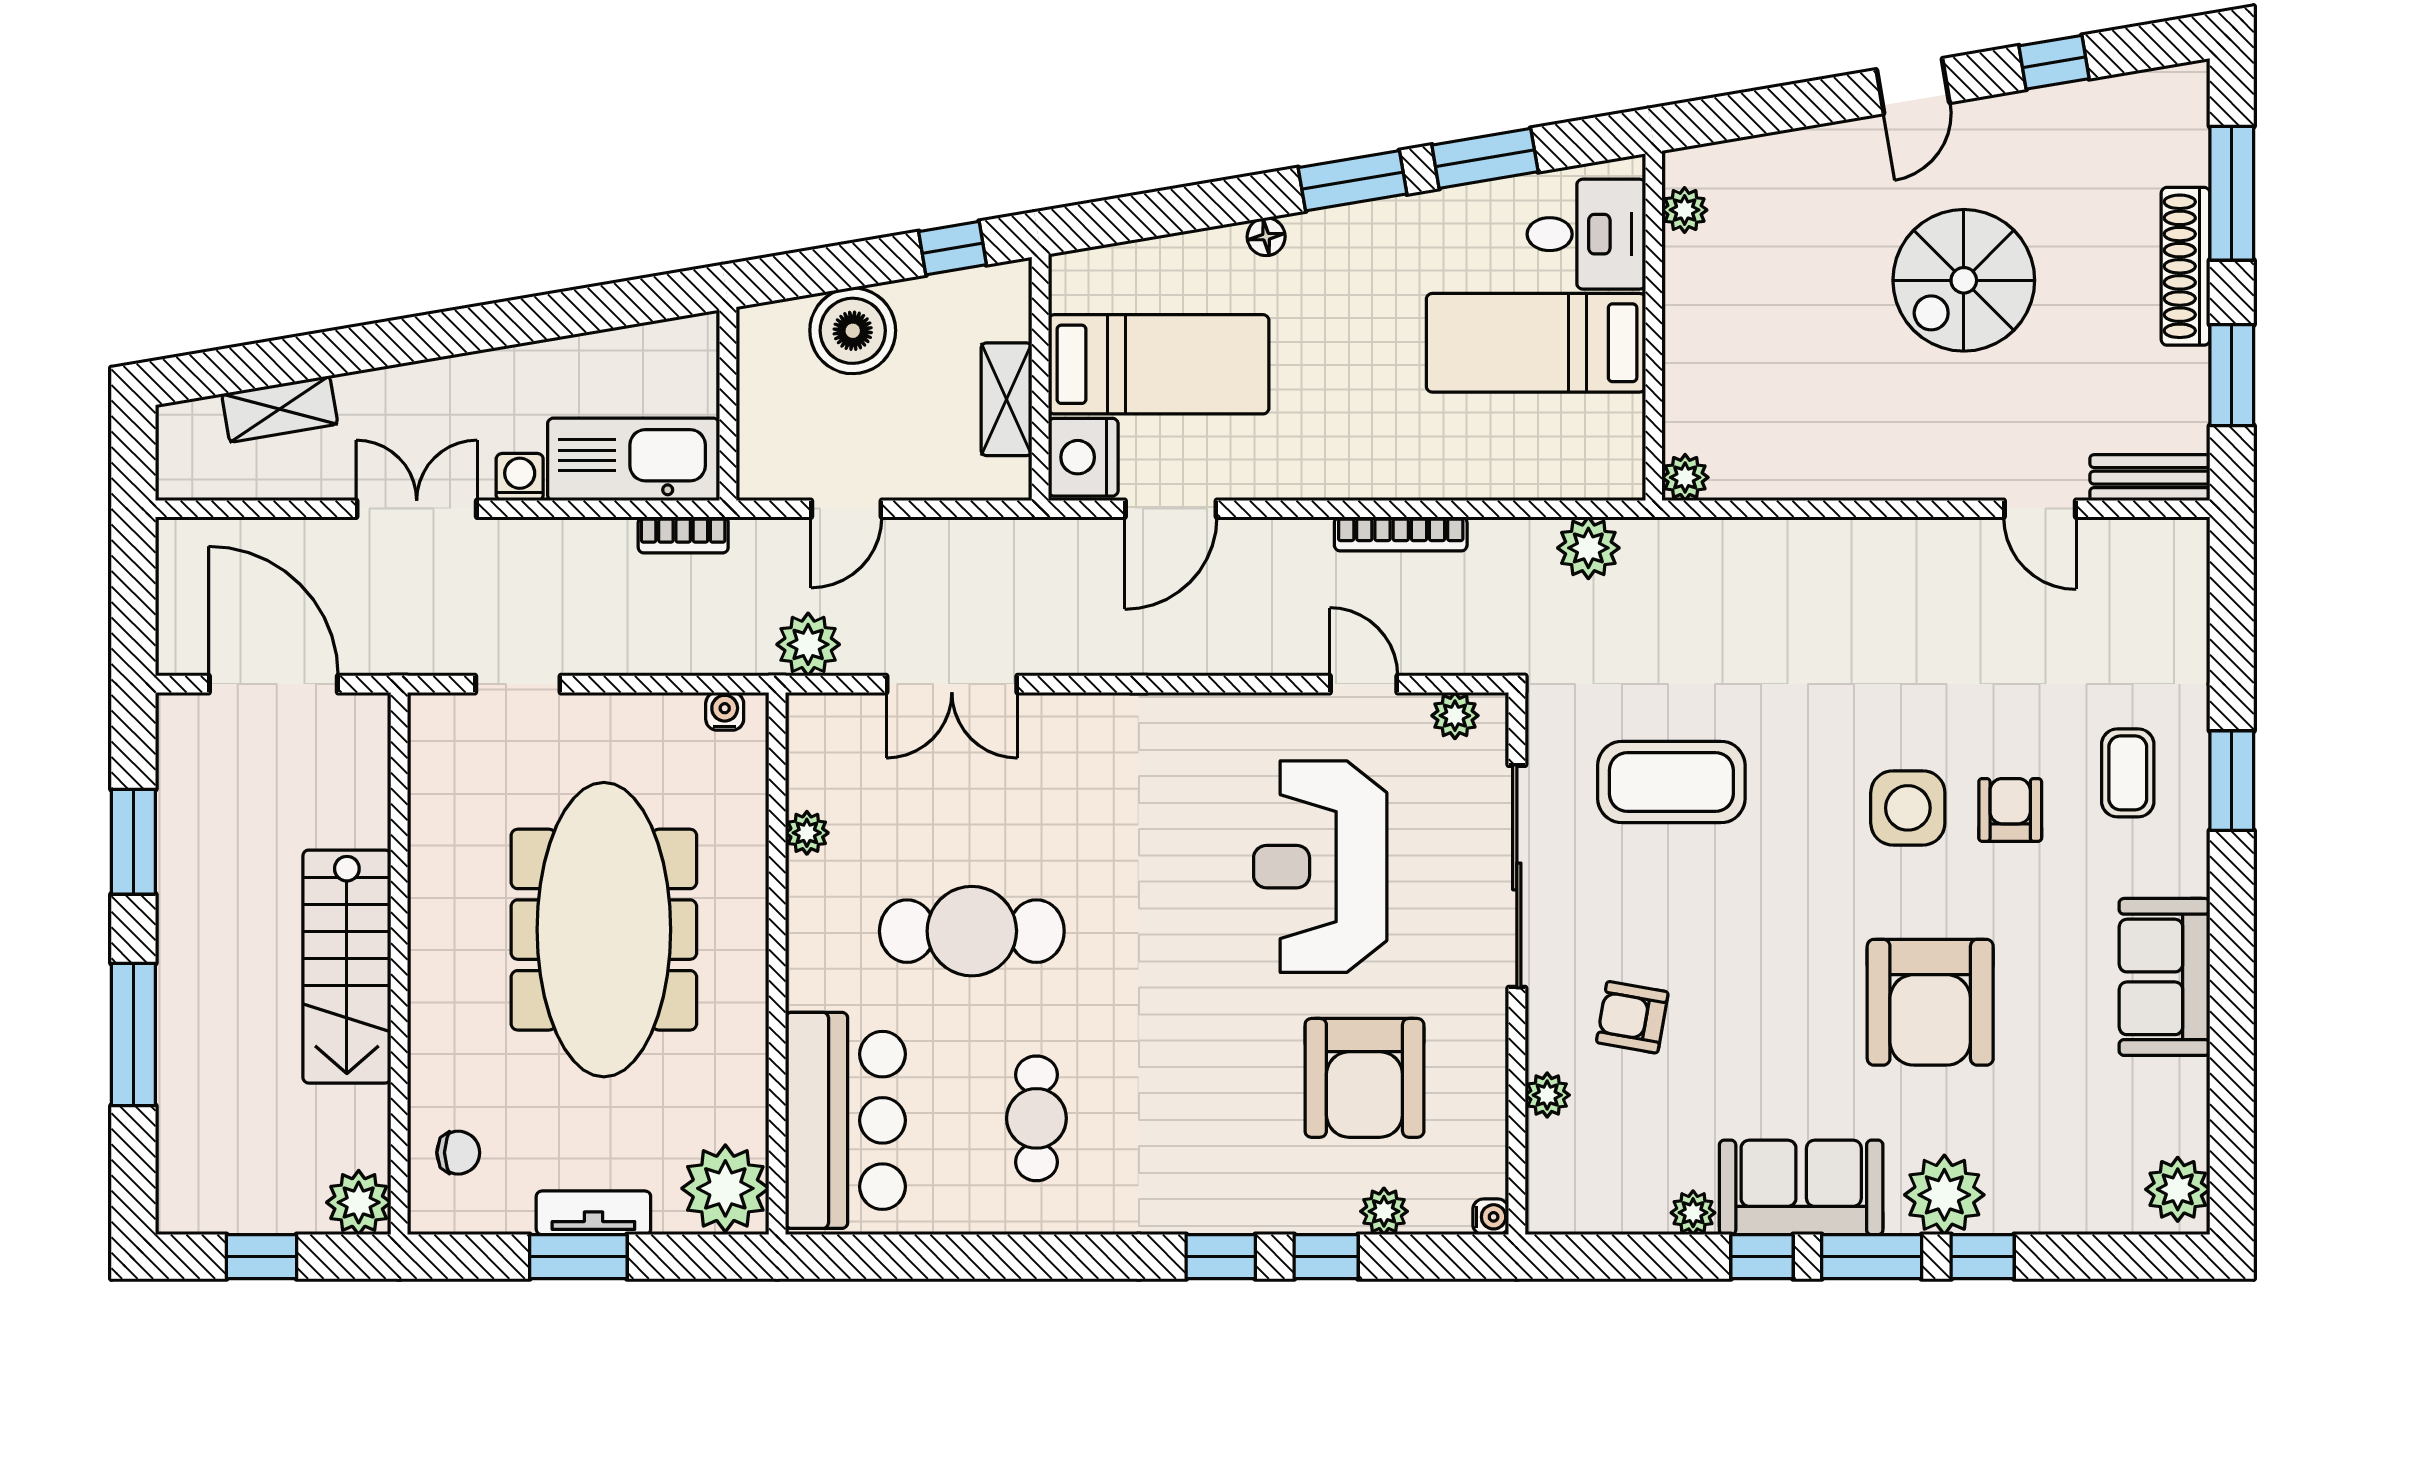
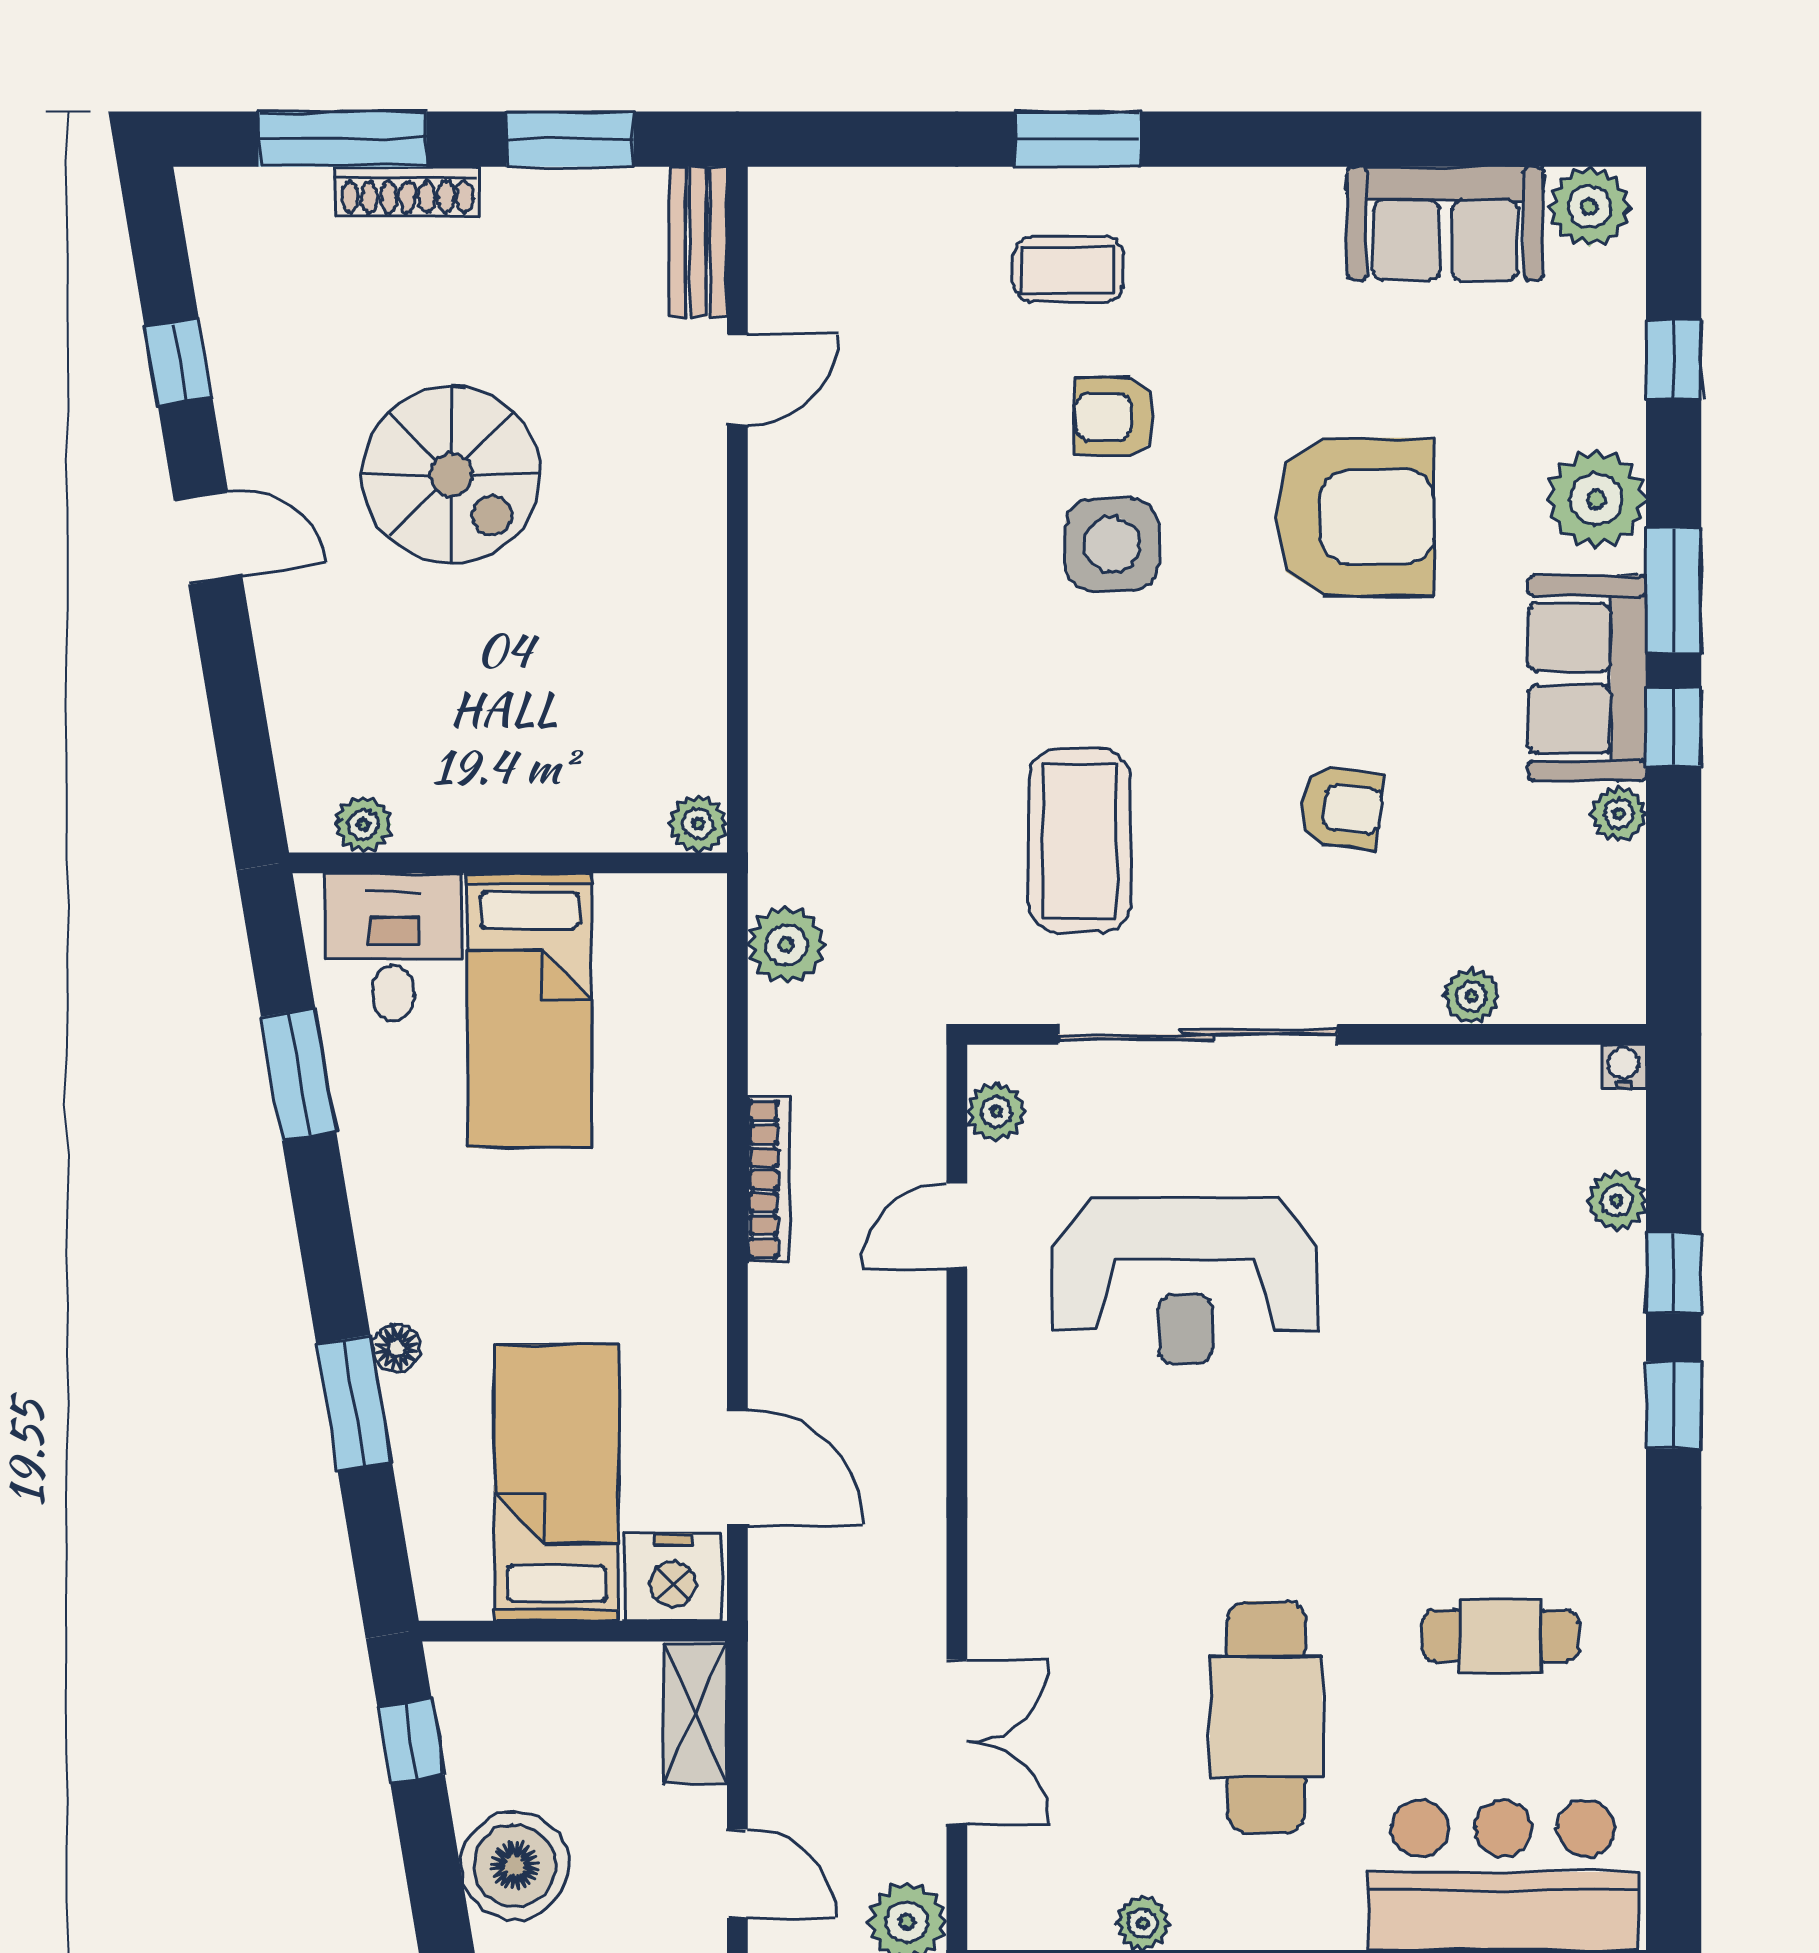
window: (1353, 181) -> (354, 1403), moved
shoe rack: (2186, 266) -> (408, 191), width x0.74, depth x0.81
shelving: (1007, 399) -> (695, 1713), moved, turned 90
sofa: (2165, 977) -> (1445, 223), moved
armchair: (1632, 1017) -> (1342, 808), moved, turned -93
armchair: (1364, 1078) -> (1450, 1225), removed
window: (1983, 1257) -> (1674, 360), moved

